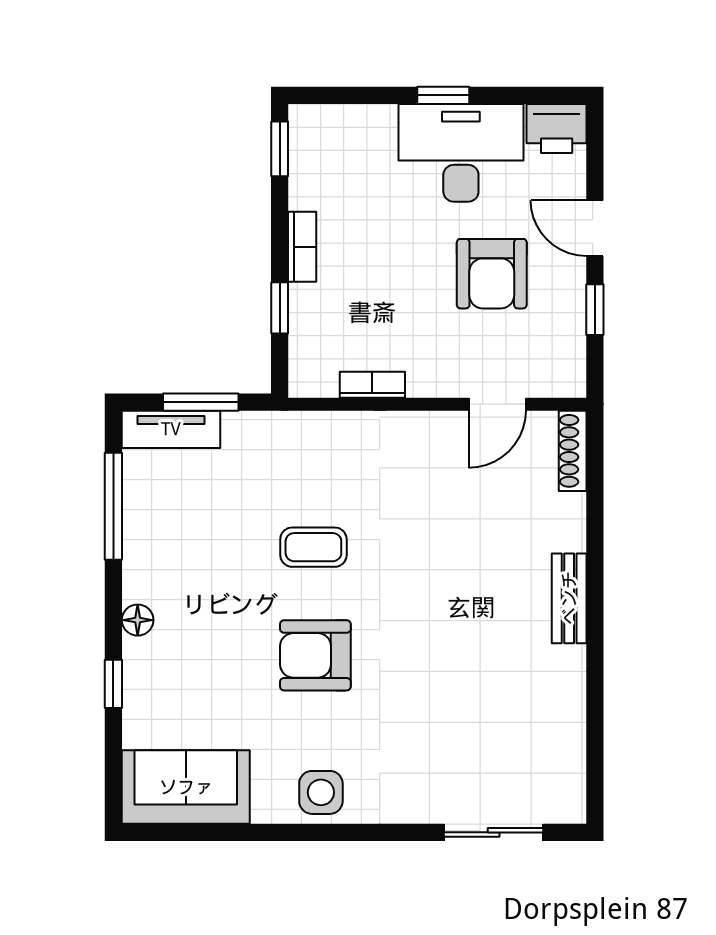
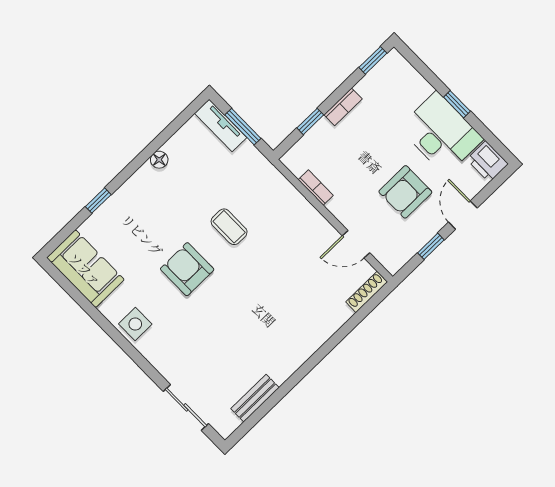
window: (113, 506) -> (168, 132), removed
bench: (569, 598) -> (255, 398), moved
floor lamp: (138, 620) -> (159, 160), moved

